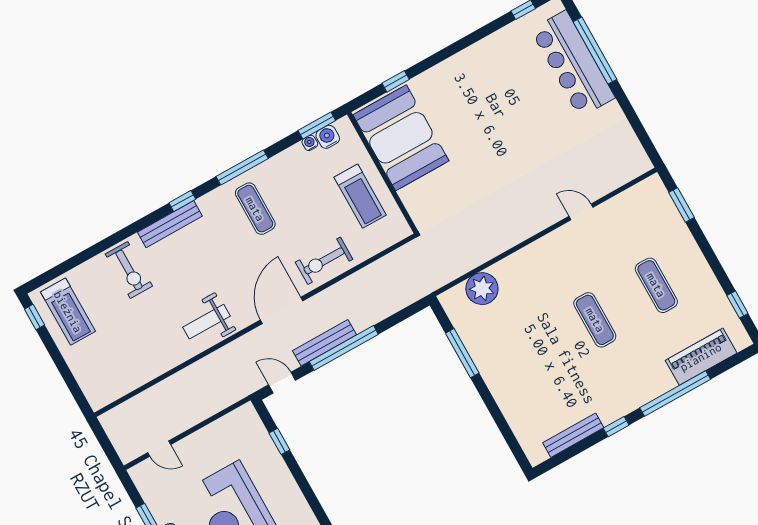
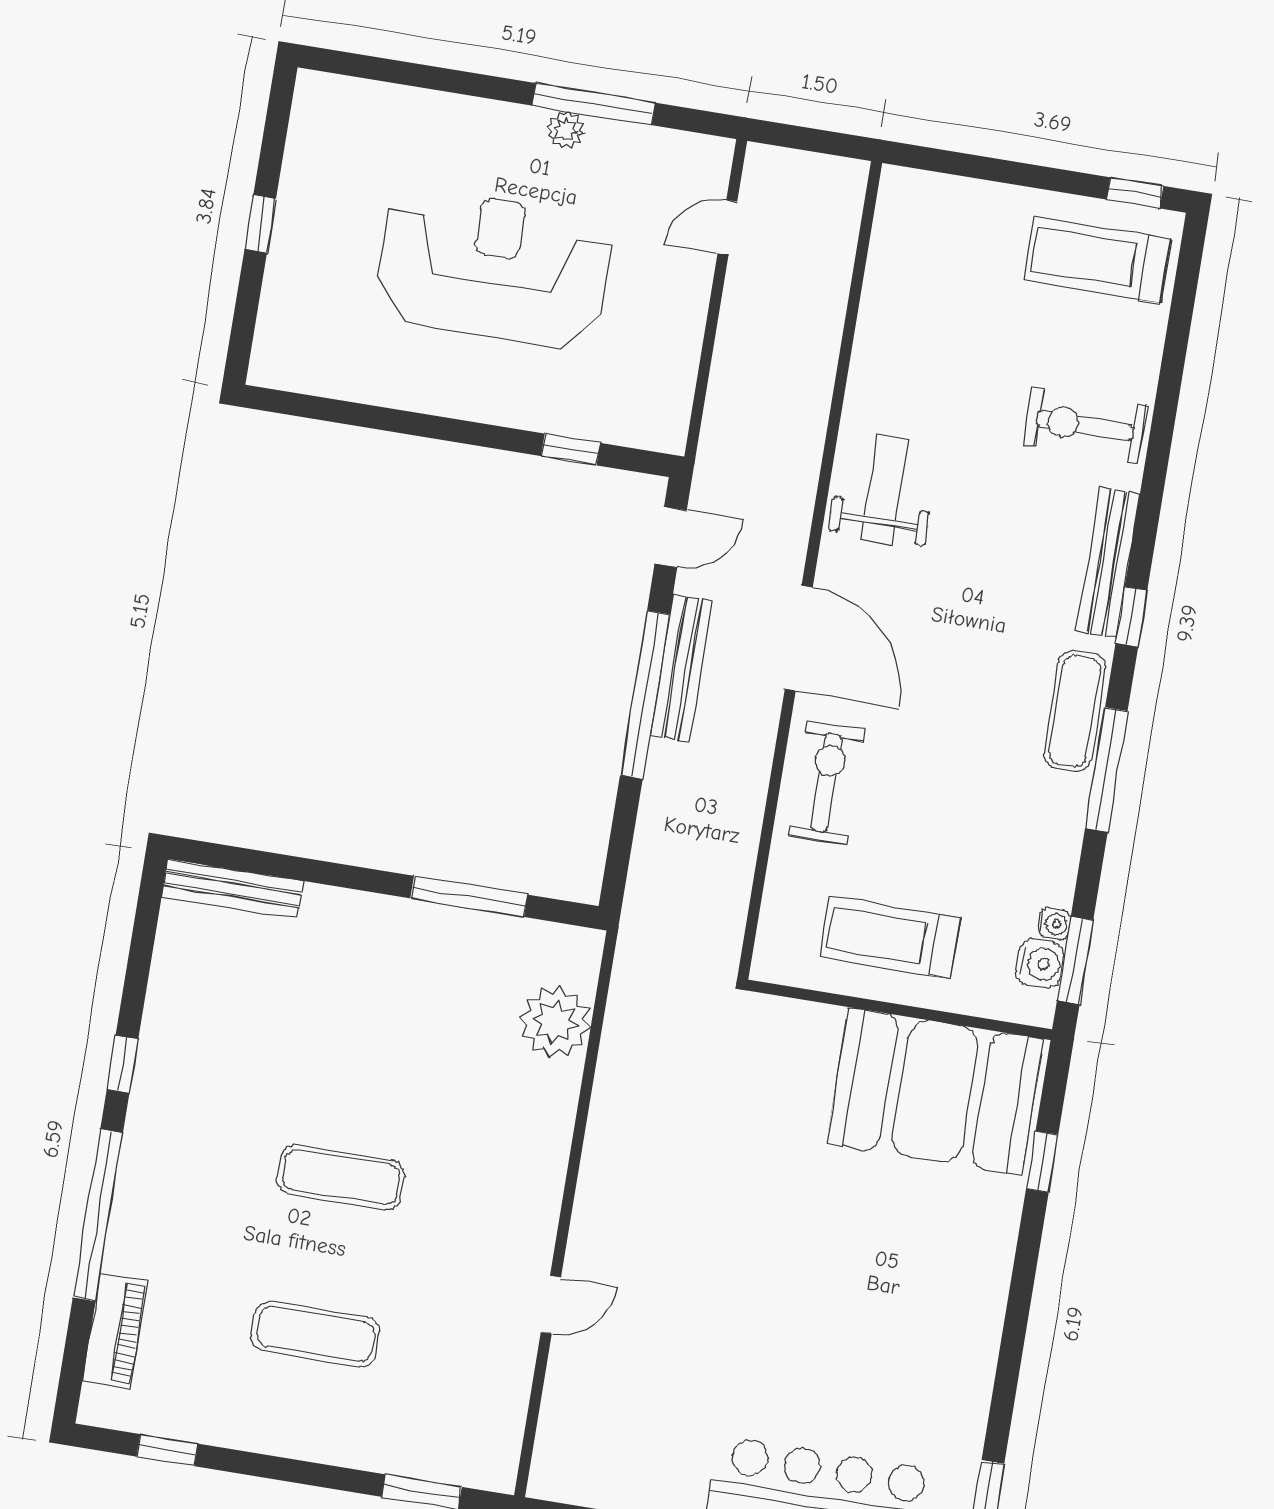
exercise mat: (255, 209) -> (1075, 711), moved, turned 90
piano: (701, 357) -> (115, 1331), width x0.73, depth x0.75
bench: (573, 435) -> (232, 889), moved, turned 90

